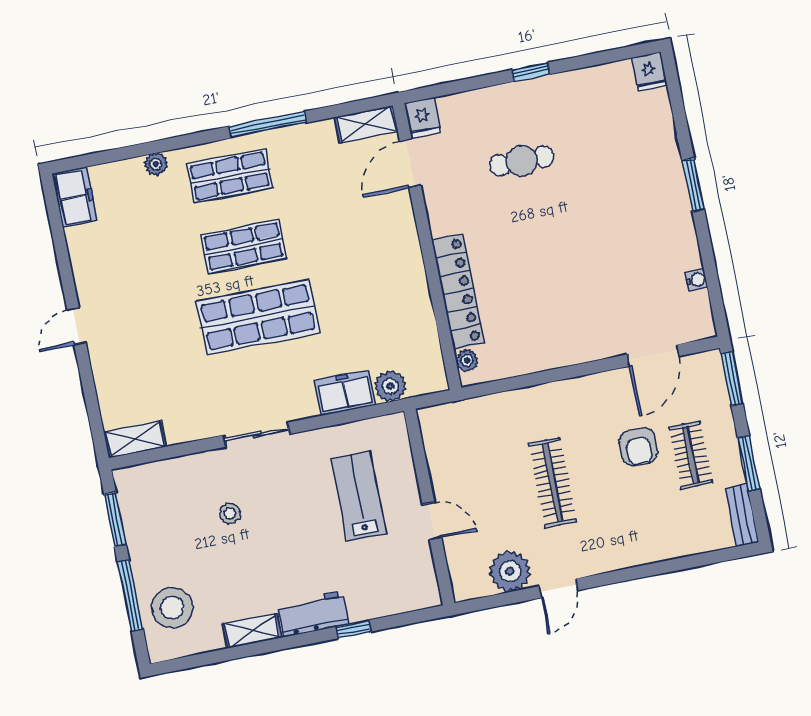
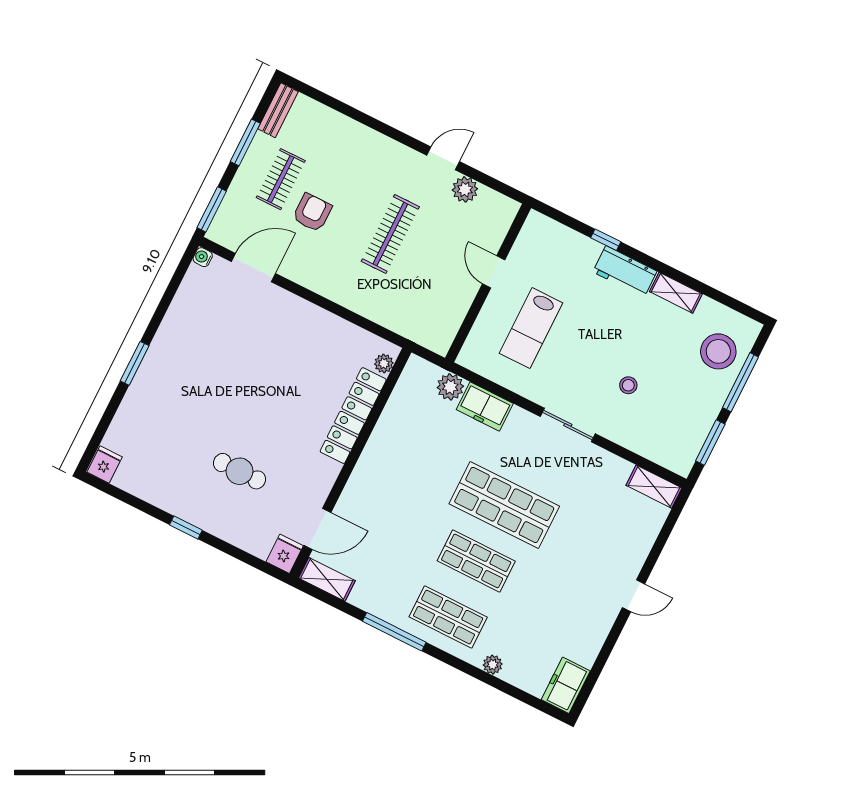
water cooler: (696, 280) -> (203, 257), moved
plant: (510, 571) -> (465, 189), width x0.73, depth x0.73

